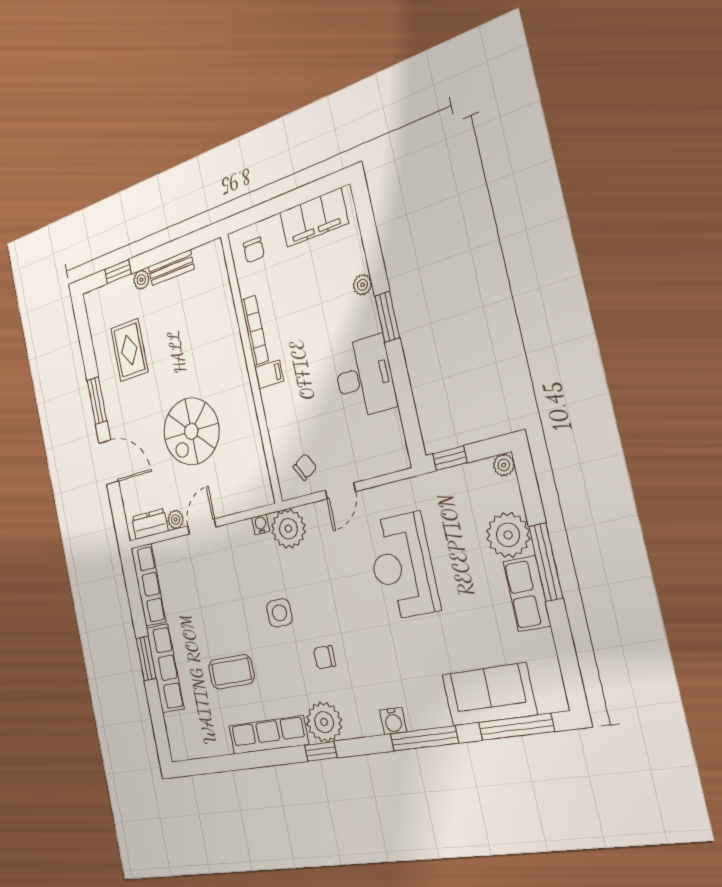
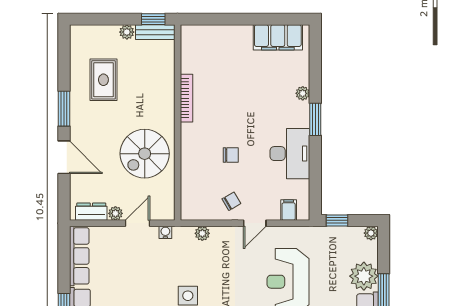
chair: (254, 250) -> (231, 155), moved, turned -90
window: (118, 272) -> (153, 19), moved
bookcase: (255, 330) -> (187, 98), moved
wall: (251, 367) -> (178, 123), moved
filing cabinet: (269, 374) -> (289, 210), moved, turned -90
water cooler: (261, 524) -> (165, 232), moved
plant: (288, 529) -> (202, 233), width x0.53, depth x0.53

